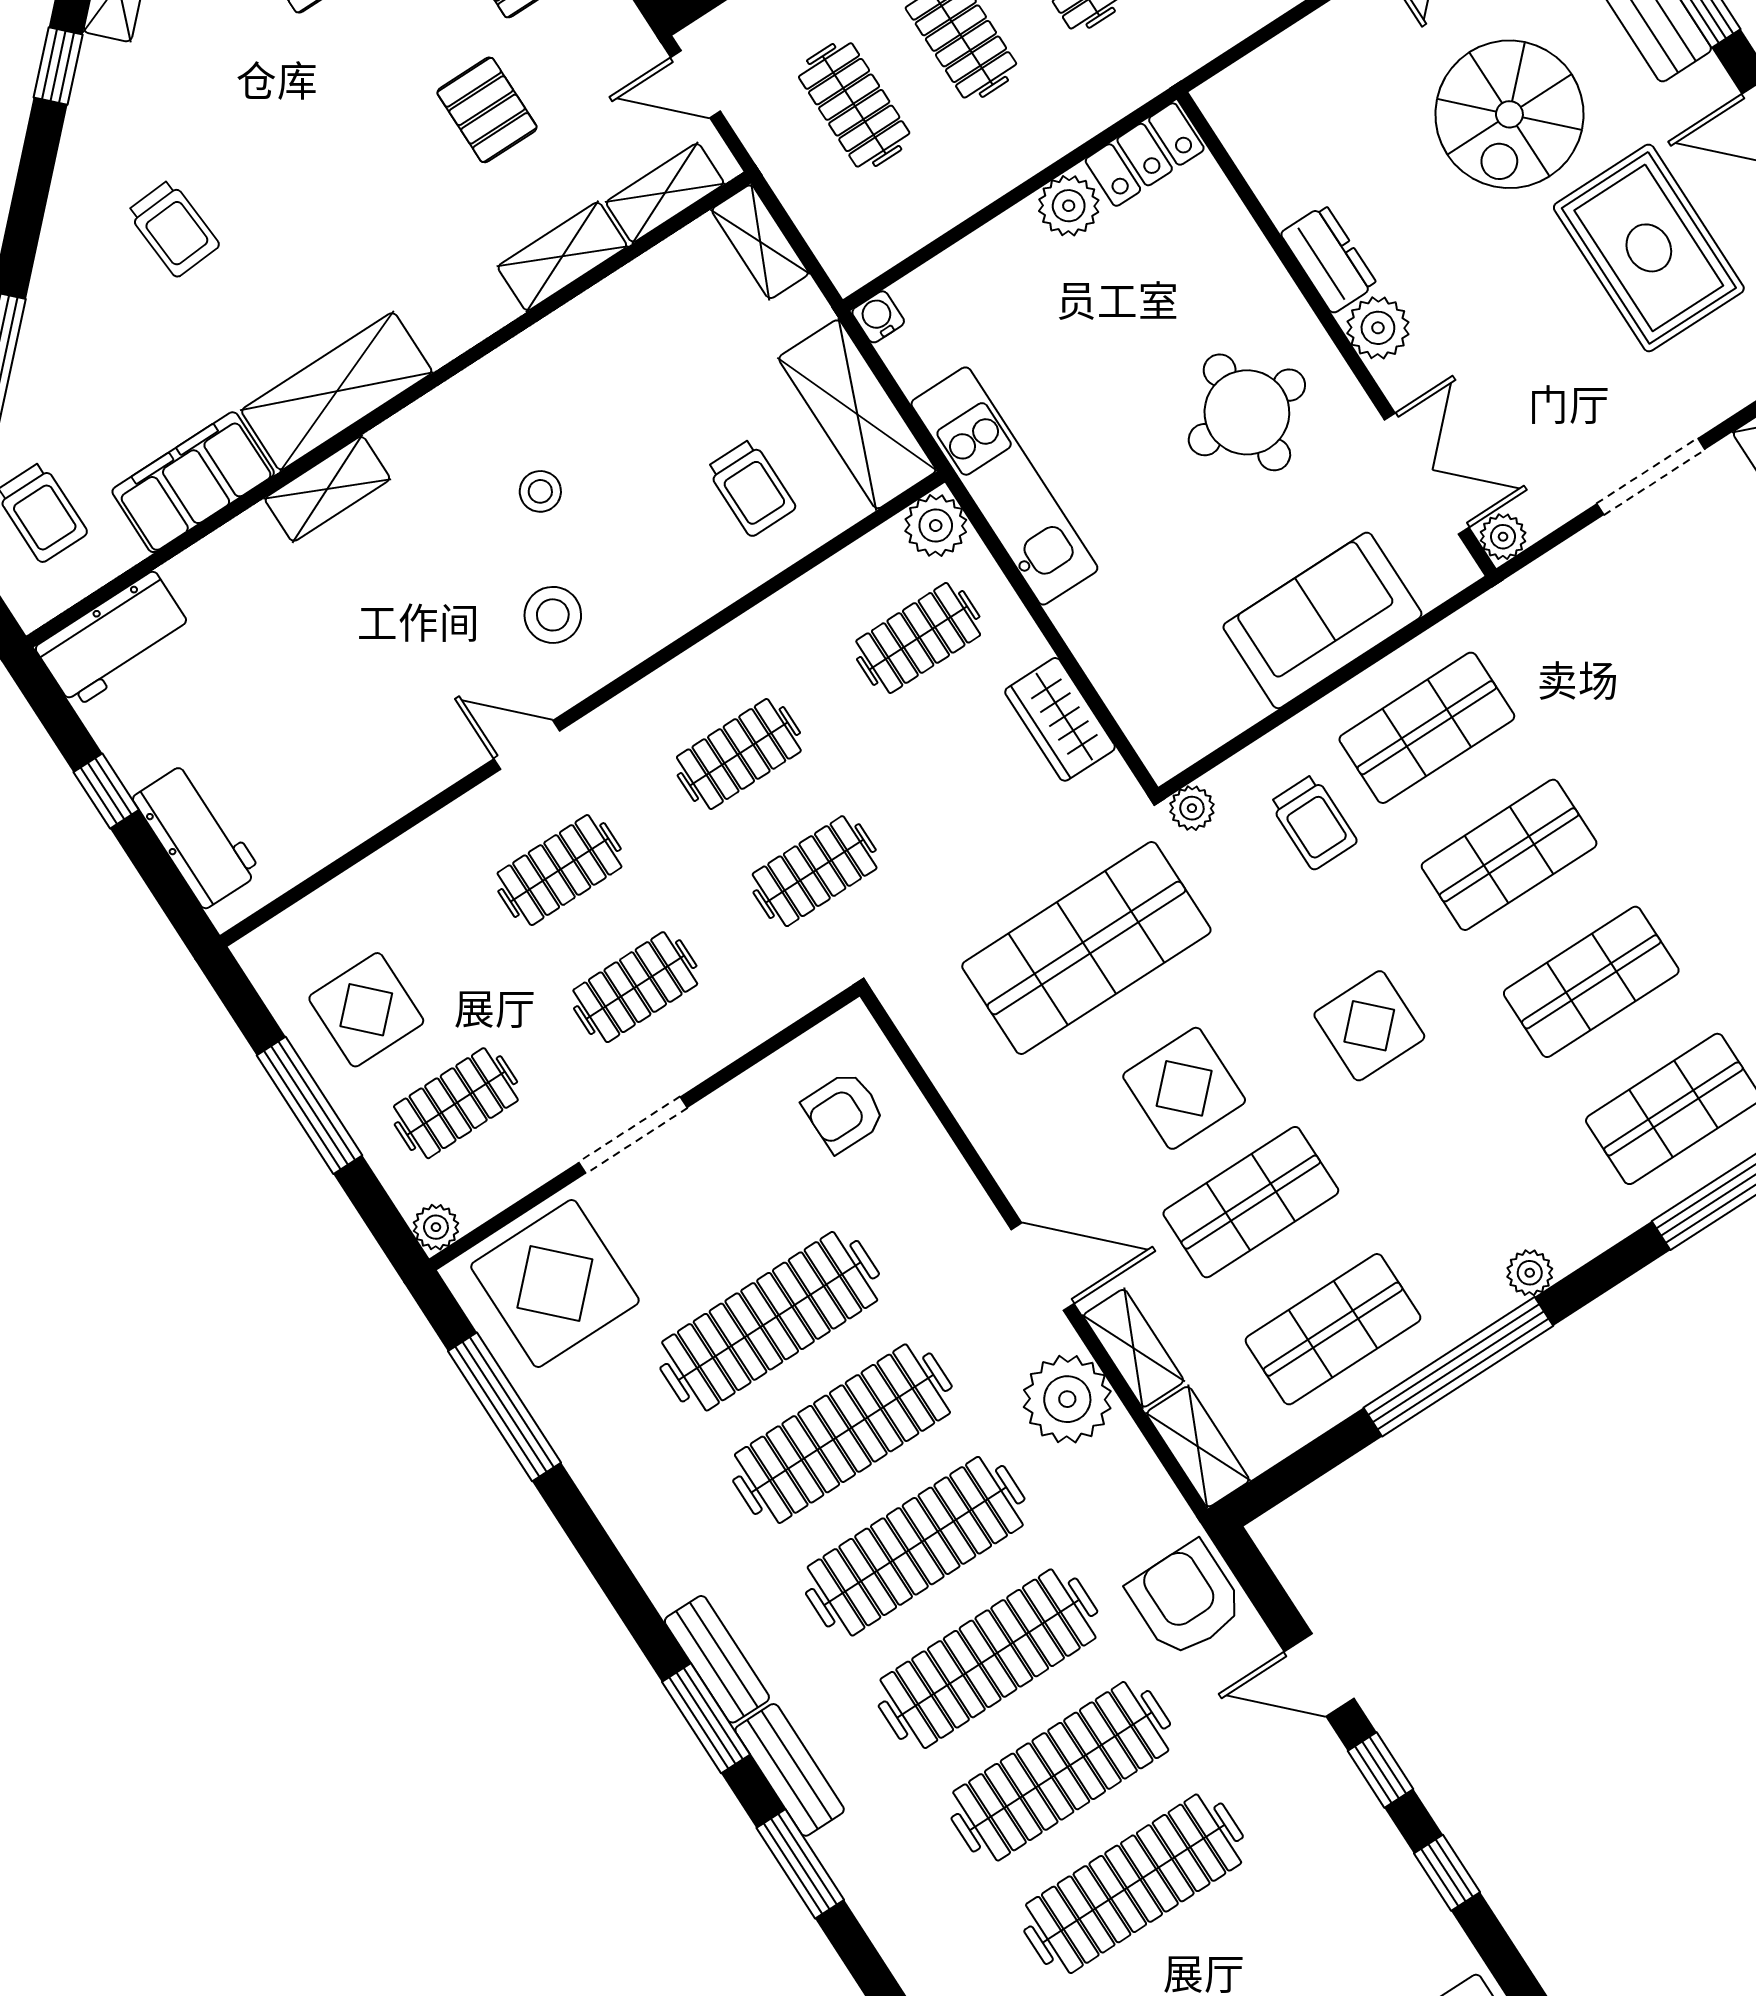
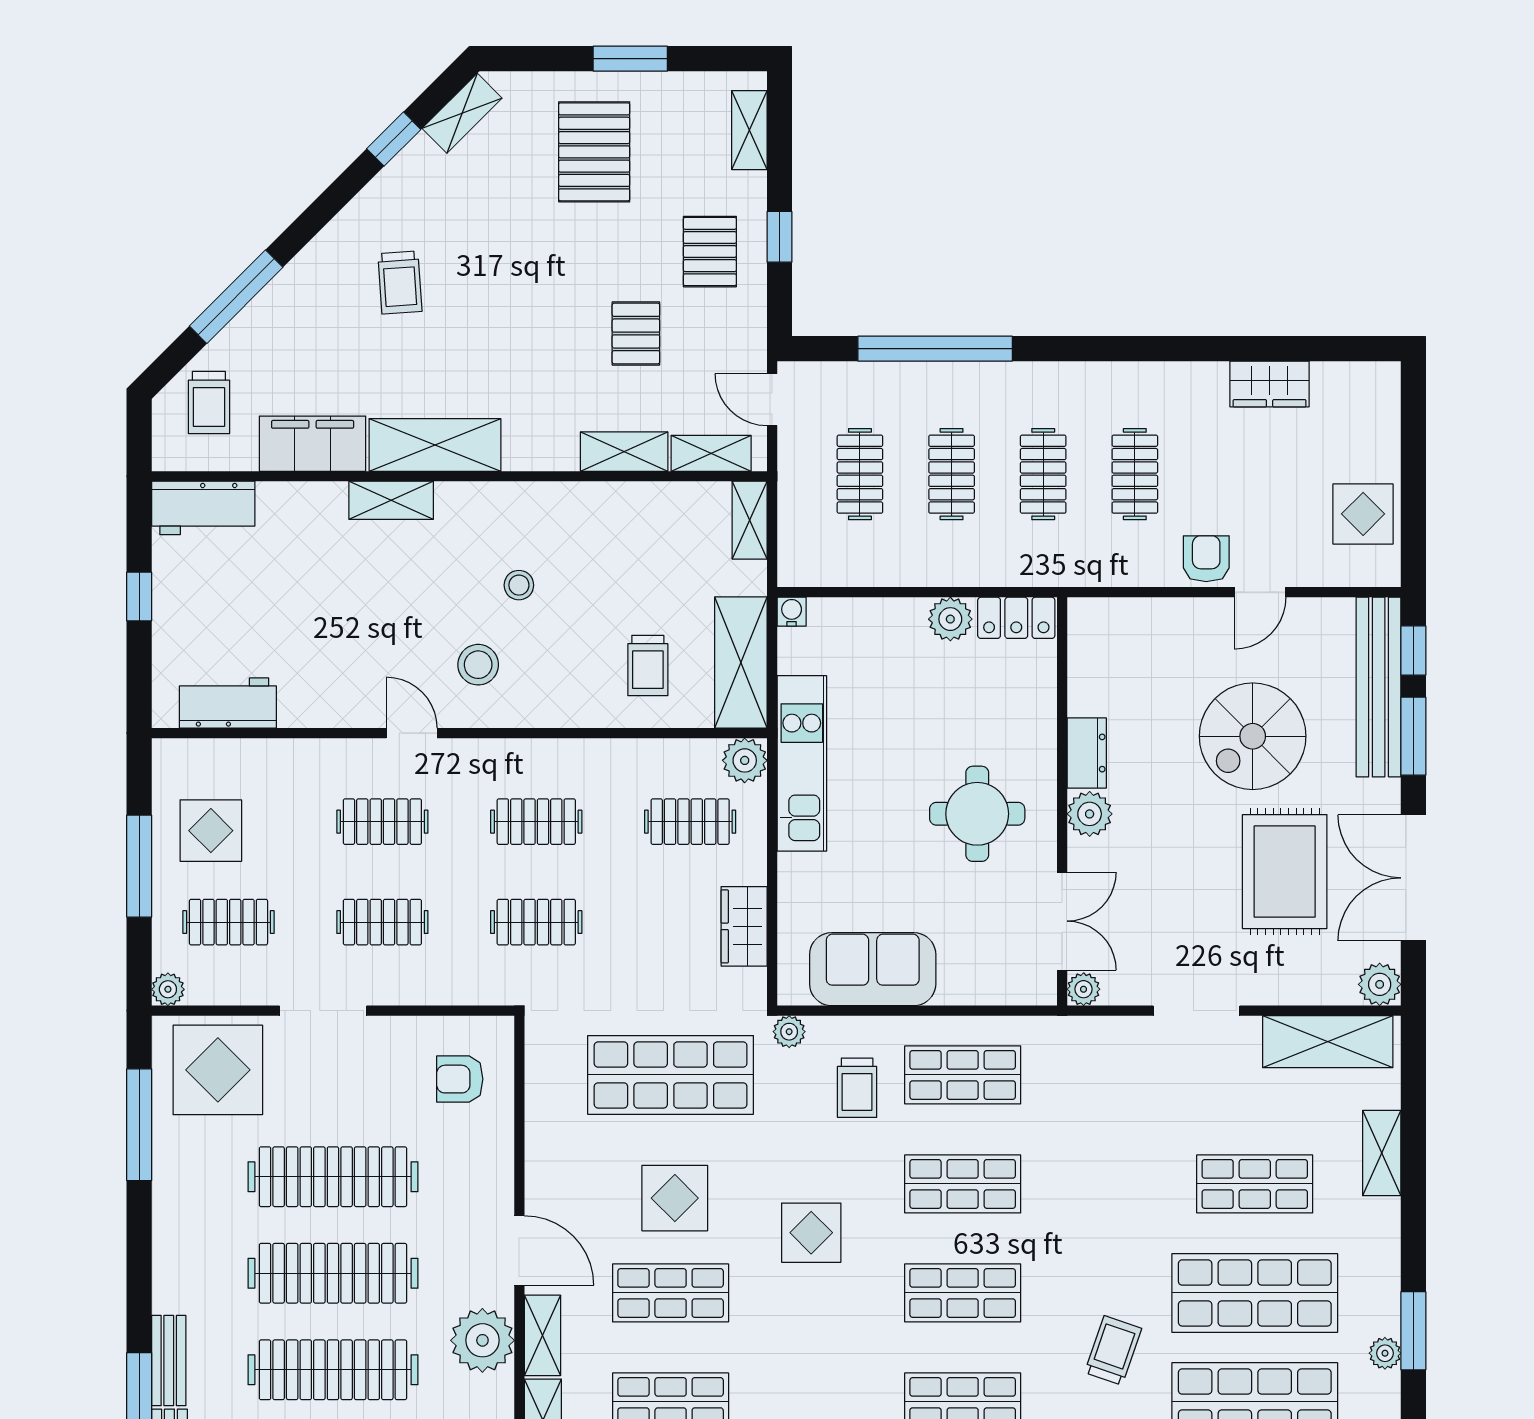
sofa: (1322, 620) -> (873, 969), moved
workbench: (197, 835) -> (228, 703), moved, turned -90

